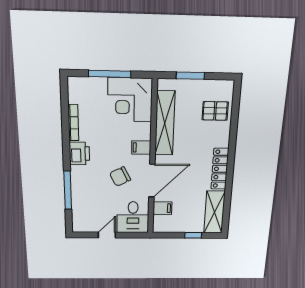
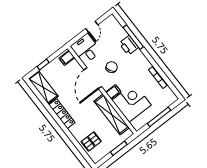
corner desk: (130, 100) -> (131, 103), moved
printer: (79, 153) -> (129, 45), moved
filing cabinet: (162, 208) -> (67, 58), moved

